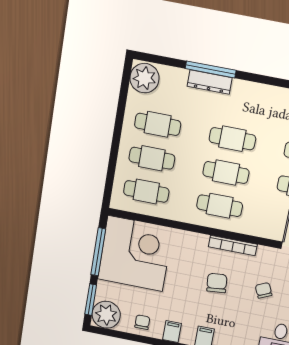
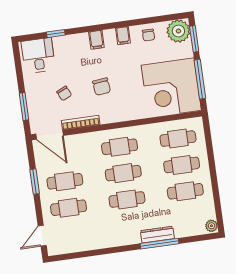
plant: (144, 78) -> (211, 226), width x0.53, depth x0.53
bookcase: (233, 246) -> (81, 123), moved

